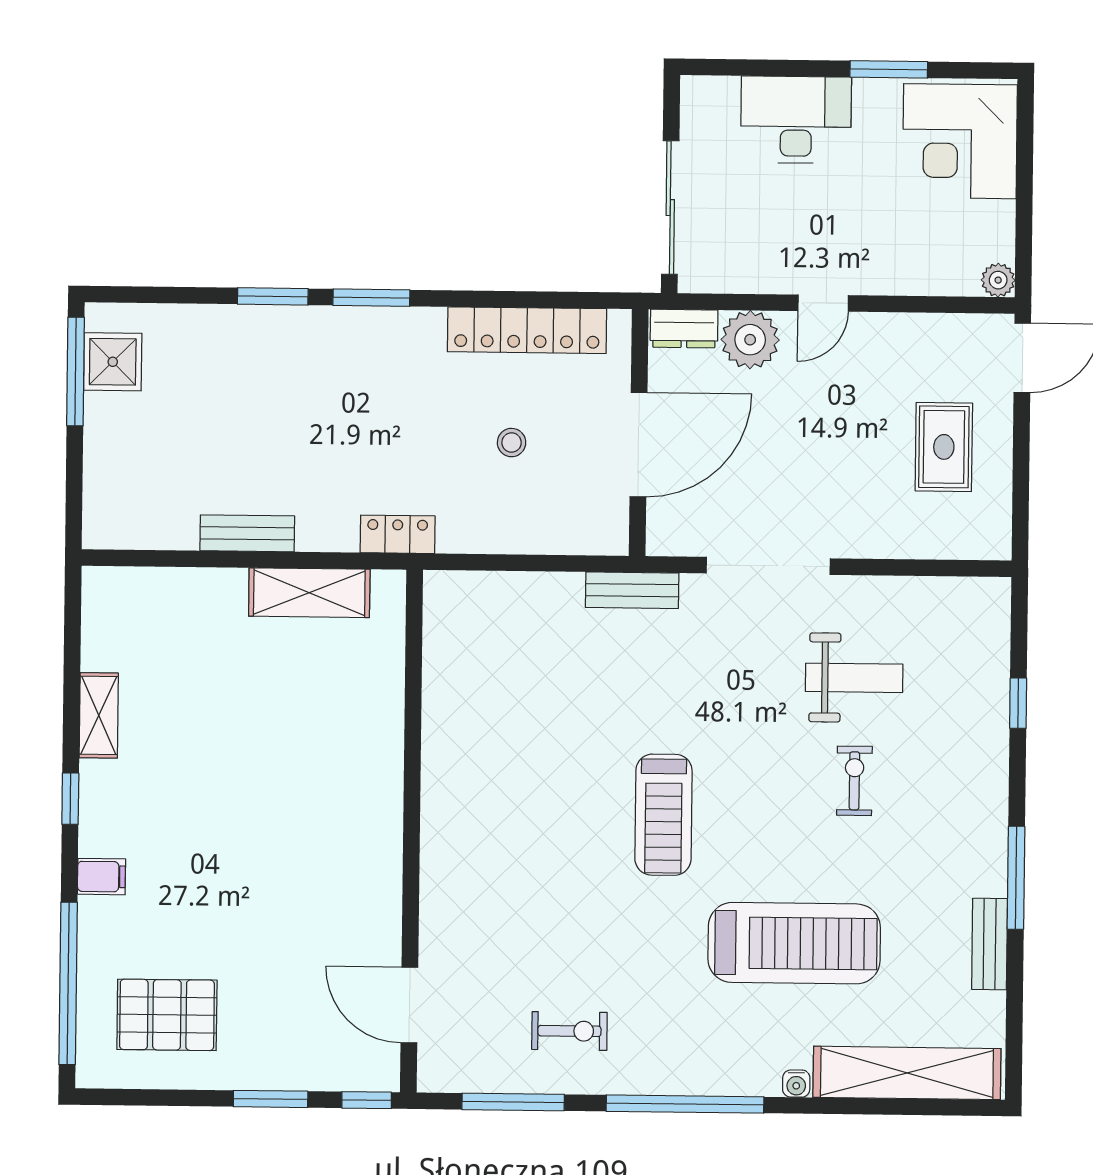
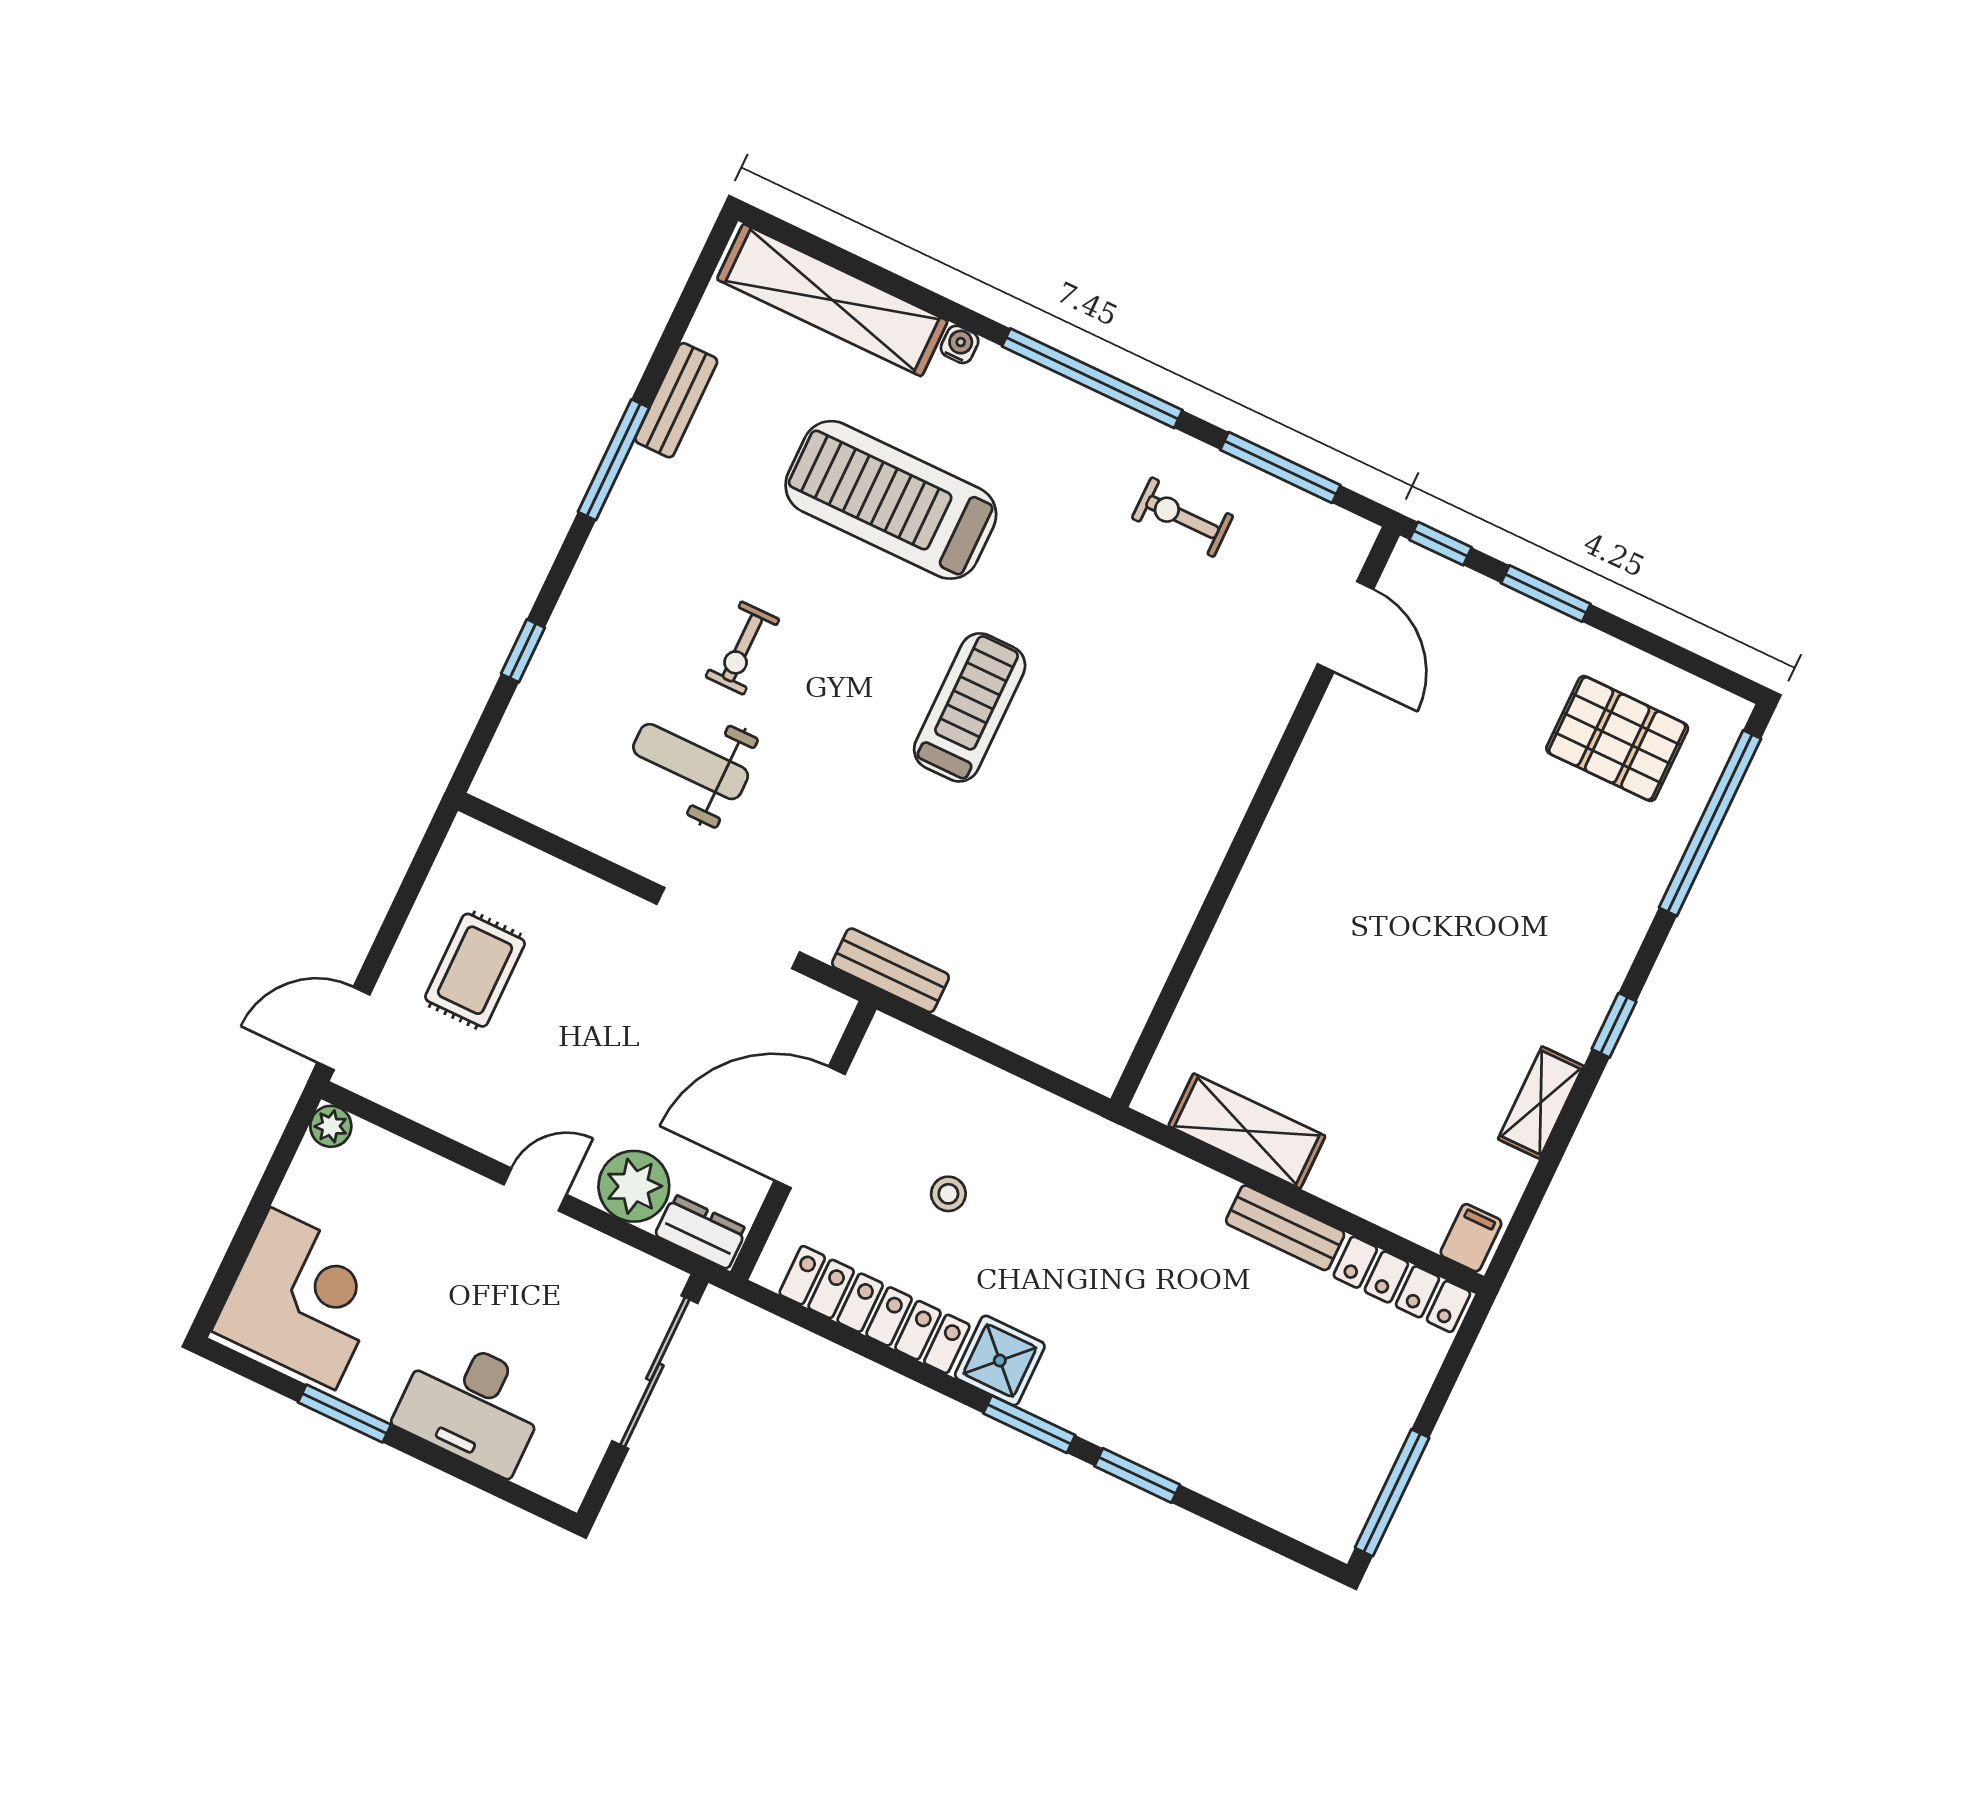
shower: (113, 362) -> (1000, 1361), moved
locker: (398, 534) -> (1402, 1284), moved, width x1.53
filing cabinet: (101, 877) -> (1471, 1238), moved, turned 90

